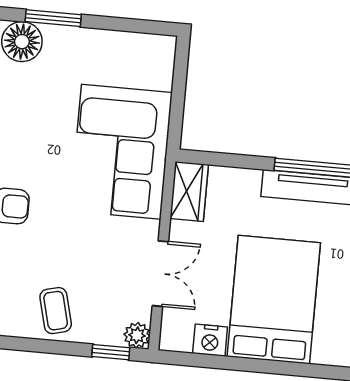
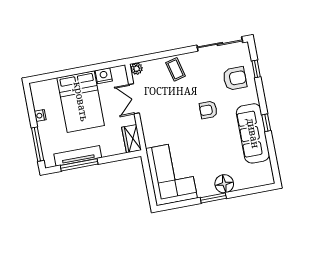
corner sofa: (121, 152) -> (171, 173), moved
window: (111, 352) -> (146, 58), removed

